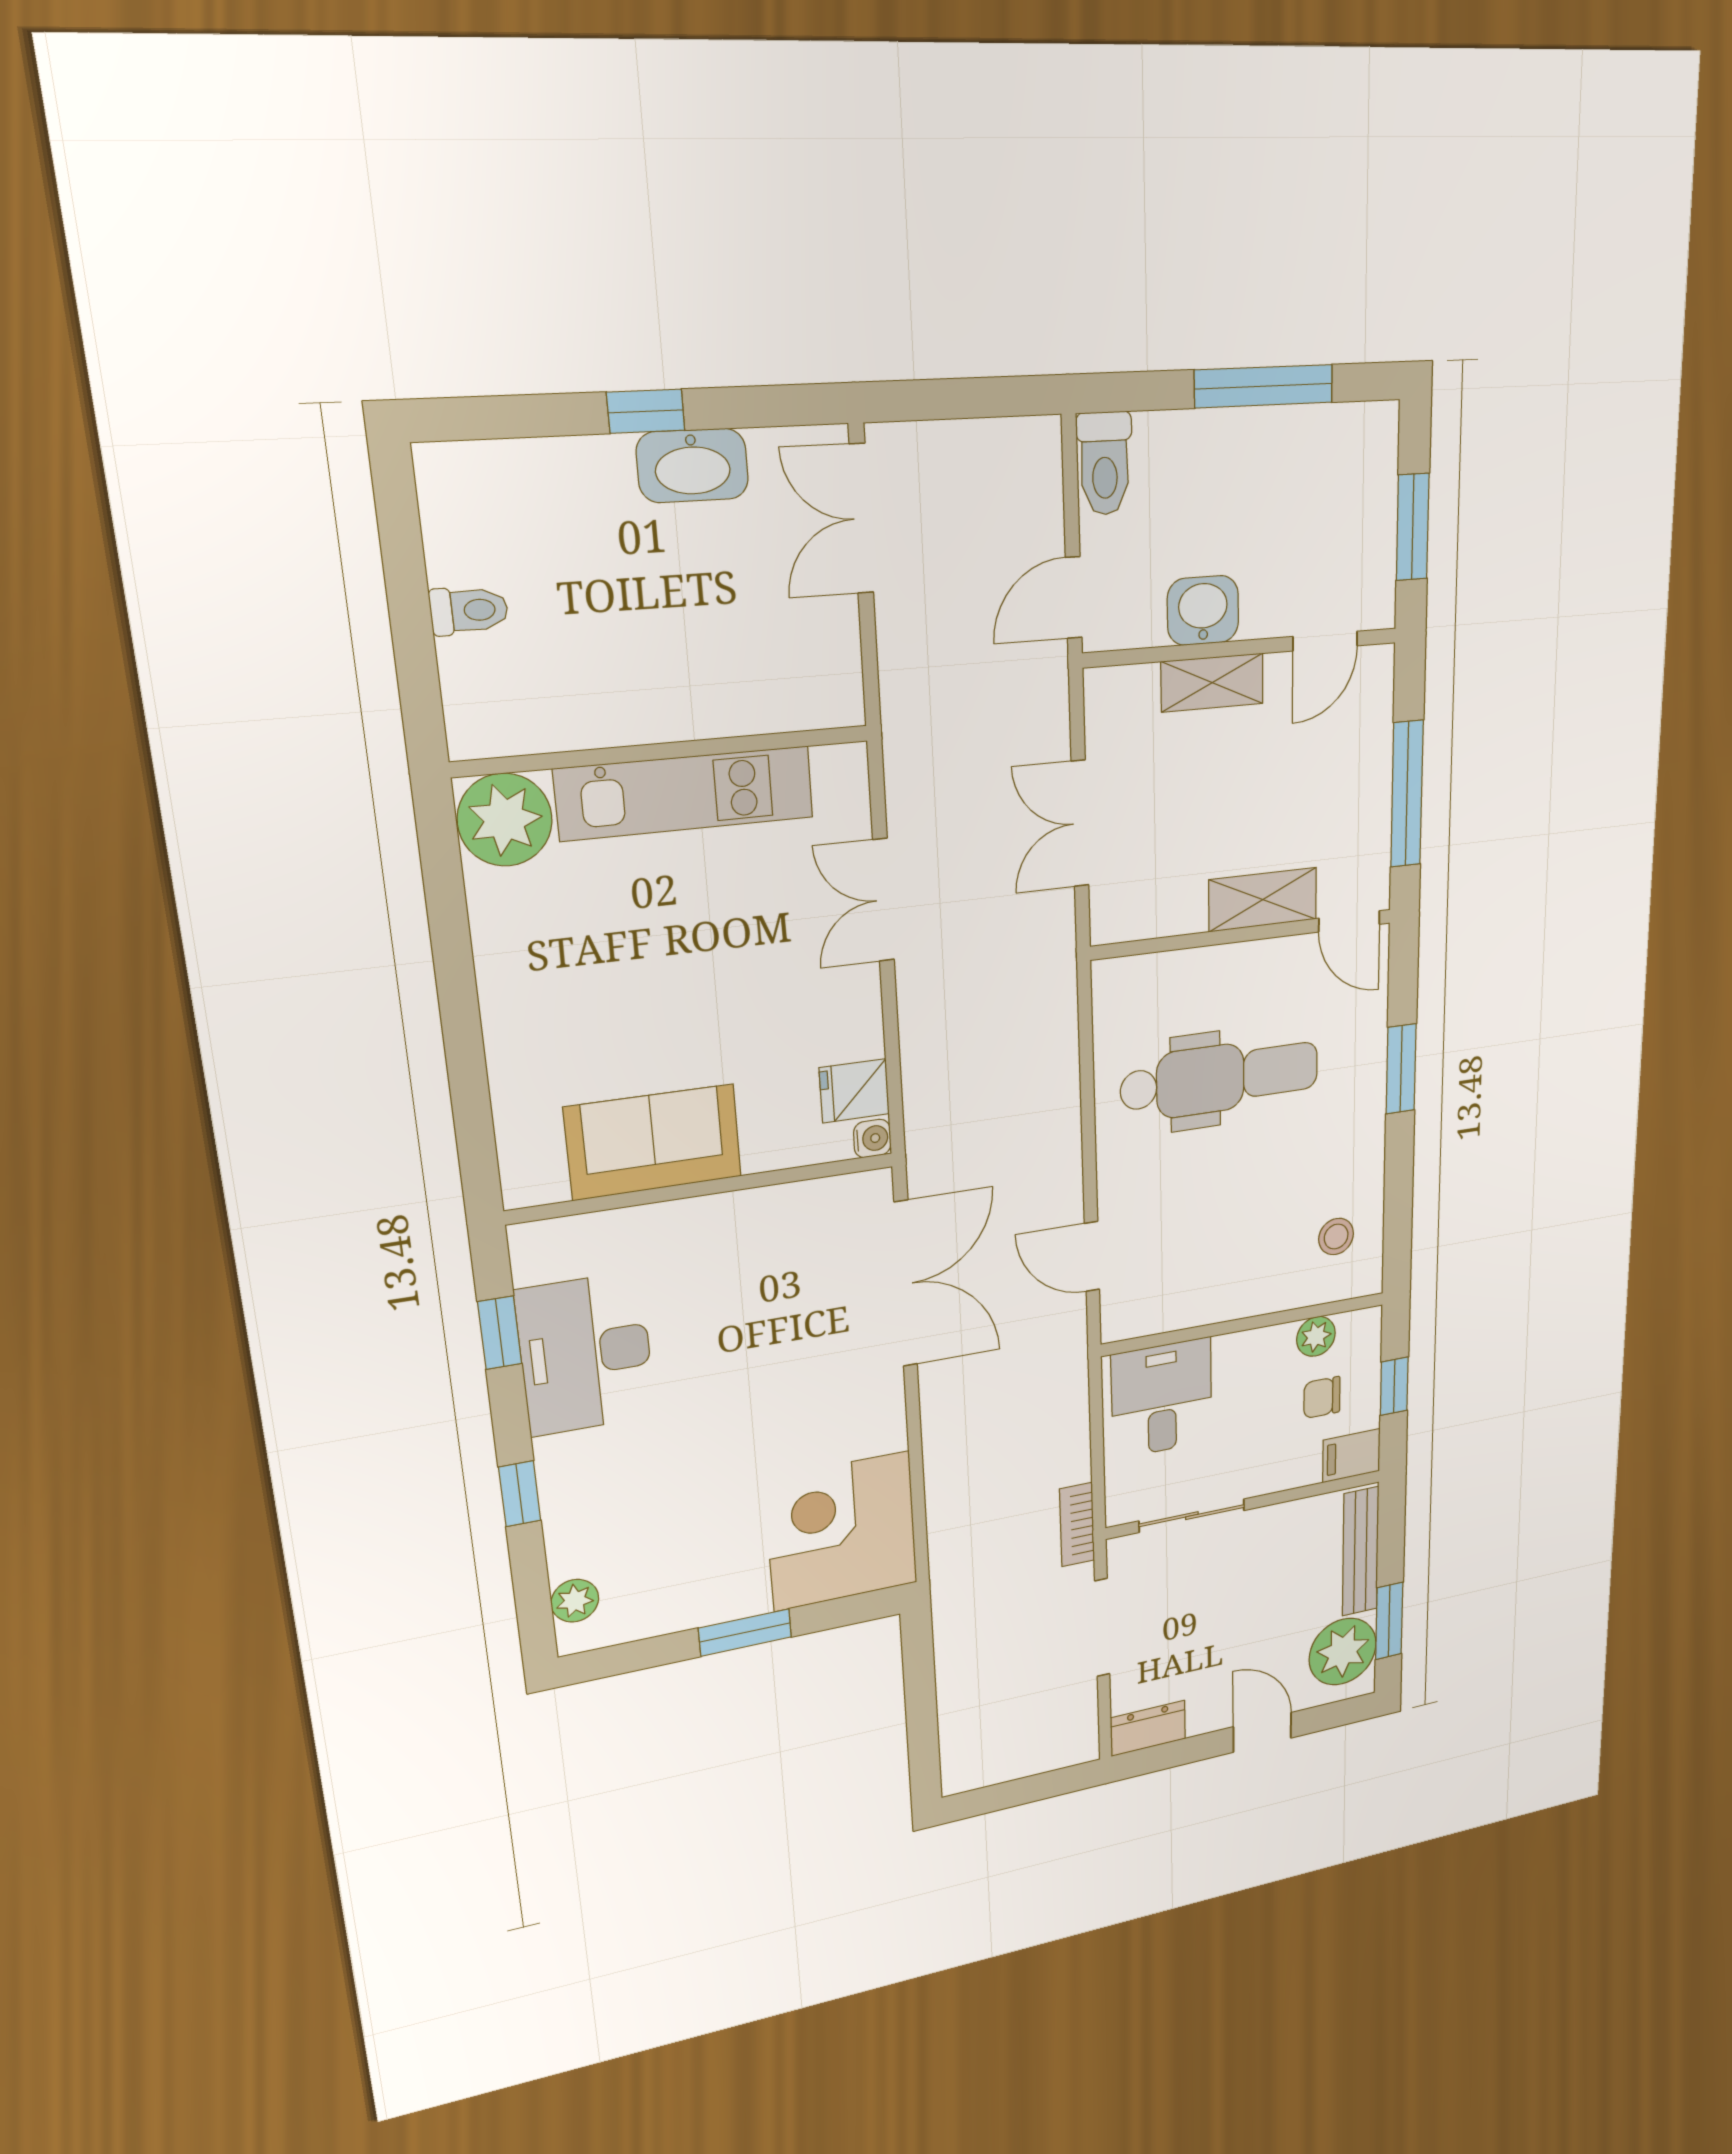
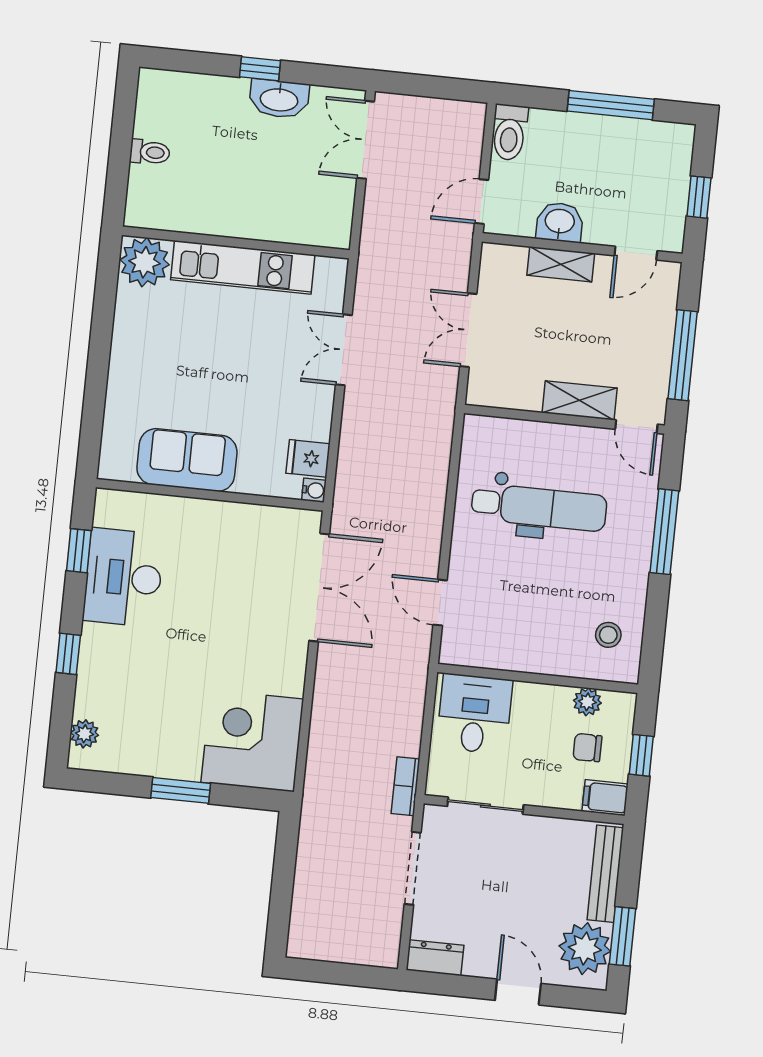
window: (1413, 527) -> (699, 197), width x0.67
window: (1401, 1069) -> (664, 532), width x1.44

